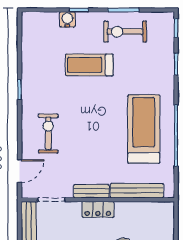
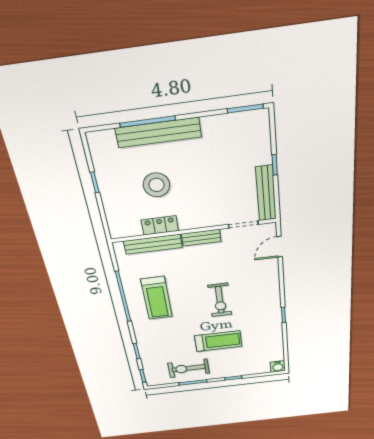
water cooler: (67, 19) -> (278, 366), moved
exercise bike: (125, 32) -> (189, 368), turned 180
treadmill: (144, 129) -> (157, 298), width x0.73, depth x0.73
exercise bike: (48, 133) -> (220, 300), moved
locker: (98, 209) -> (160, 225), moved

